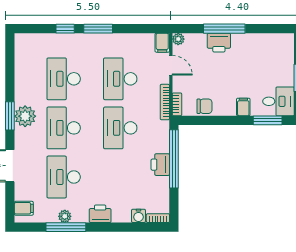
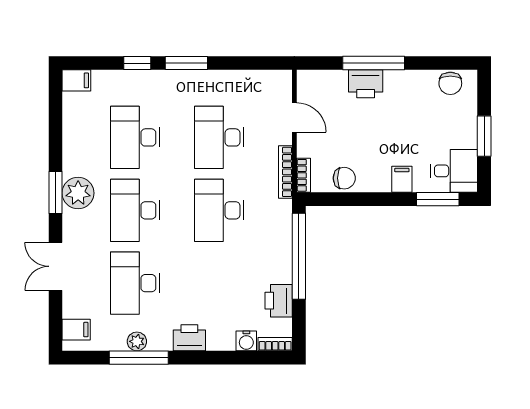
plant: (178, 39) -> (305, 79), removed
chair: (276, 42) -> (450, 83), added
filing cabinet: (162, 43) -> (76, 80), moved, turned -90
printer: (160, 165) -> (279, 301), moved

